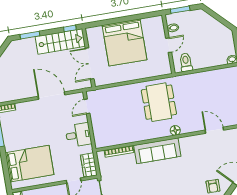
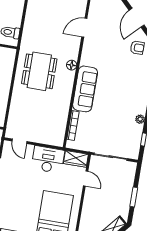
dining table: (159, 102) -> (39, 71), turned 90
desk: (78, 135) -> (48, 160), width x1.37

